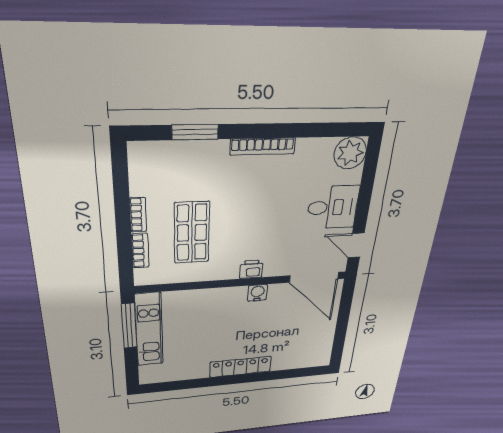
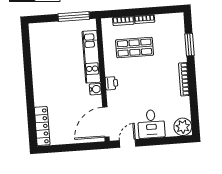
kitchen unit: (149, 330) -> (91, 57), moved, turned 90
locker: (240, 367) -> (42, 126), moved

